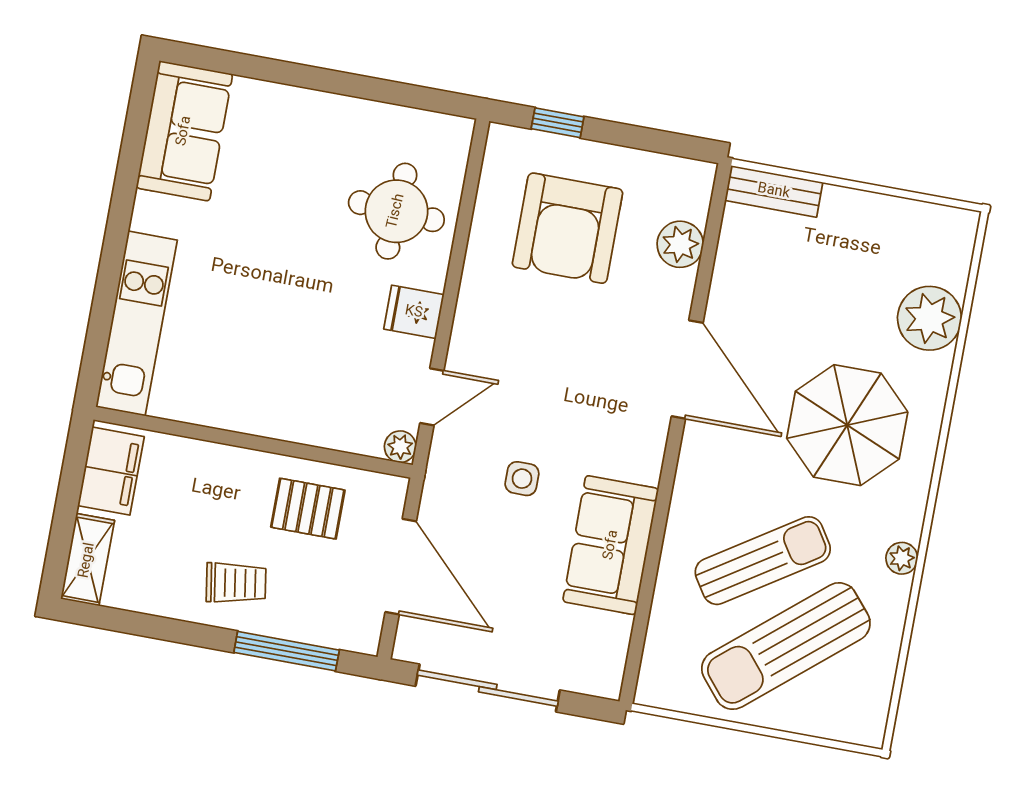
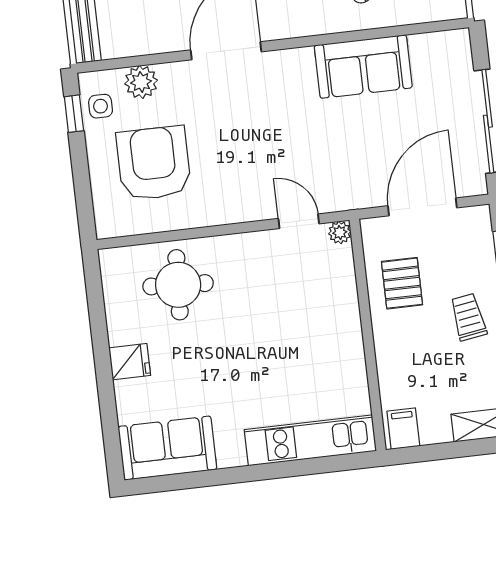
window: (558, 123) -> (74, 114), moved
armchair: (567, 228) -> (154, 163), turned -90
fridge: (414, 312) -> (130, 362), moved, turned -90
filing cabinet: (111, 471) -> (403, 429), width x0.50
side table: (522, 479) -> (101, 106), moved

